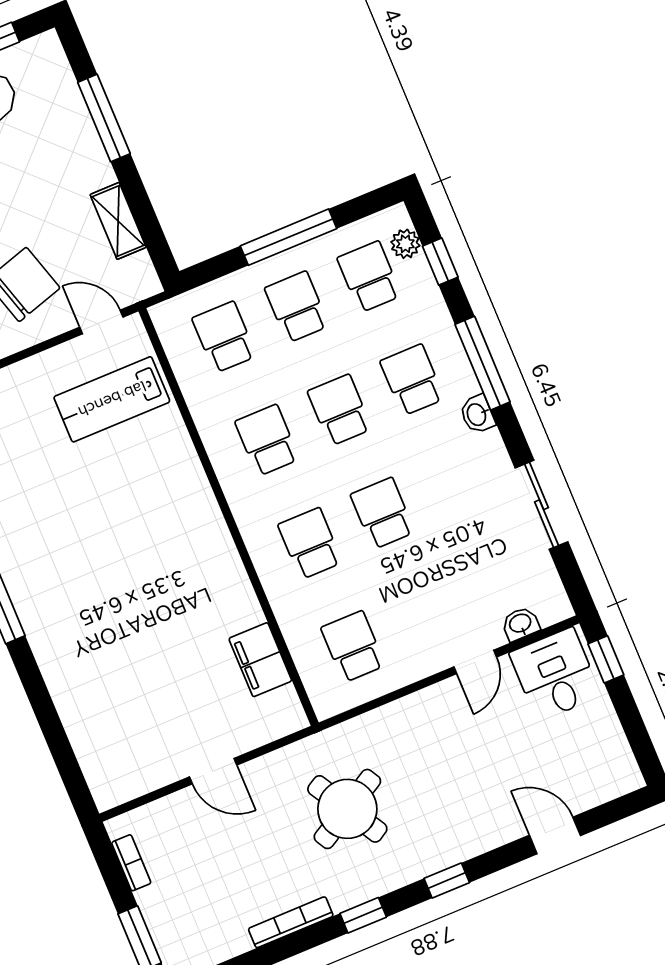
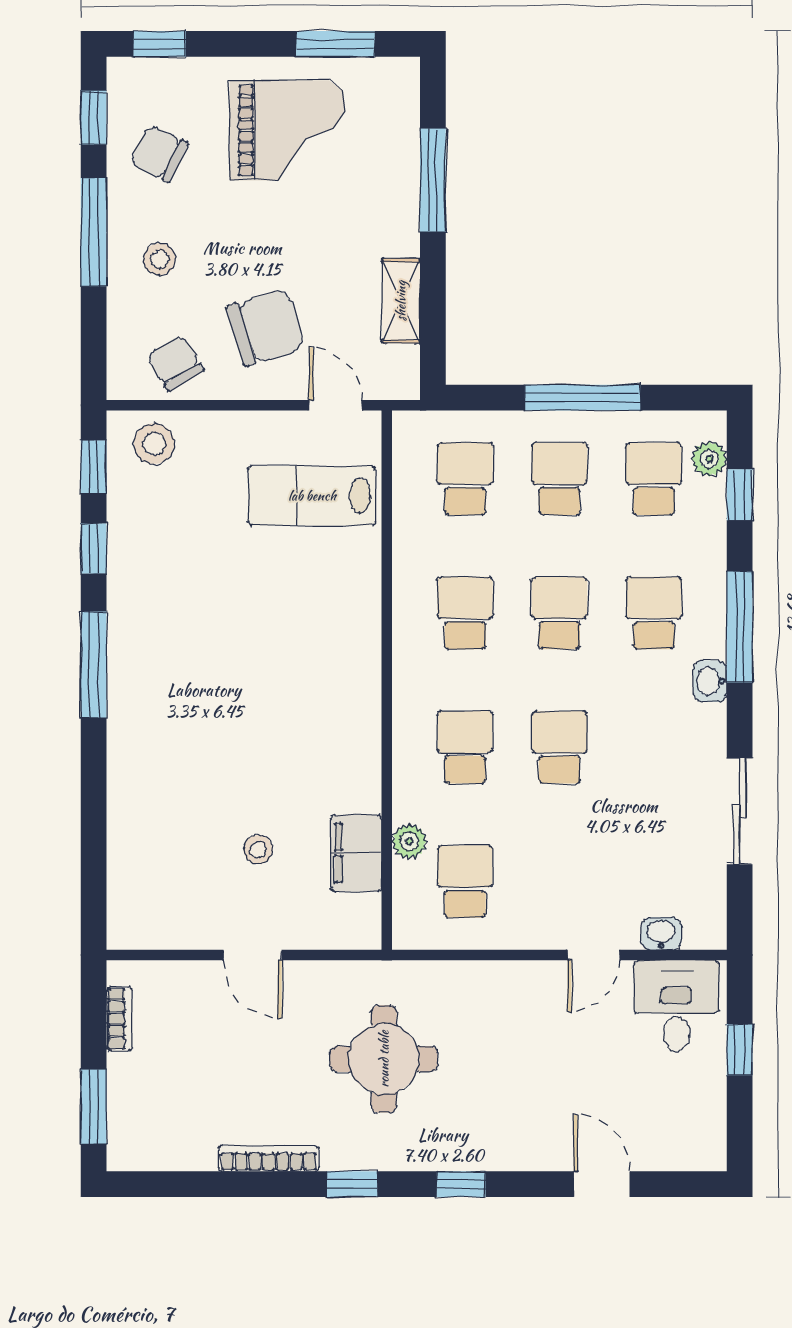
plant: (297, 634) -> (409, 841), added
window: (606, 659) -> (740, 1050), moved
stool: (184, 688) -> (258, 850), added
round table: (347, 809) -> (384, 1059), turned 30

